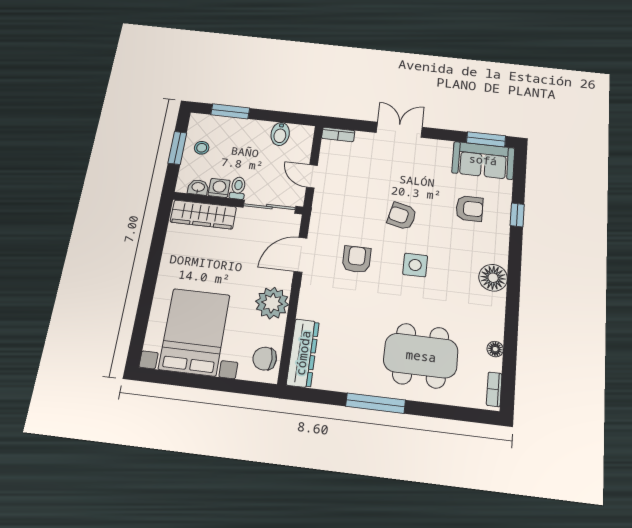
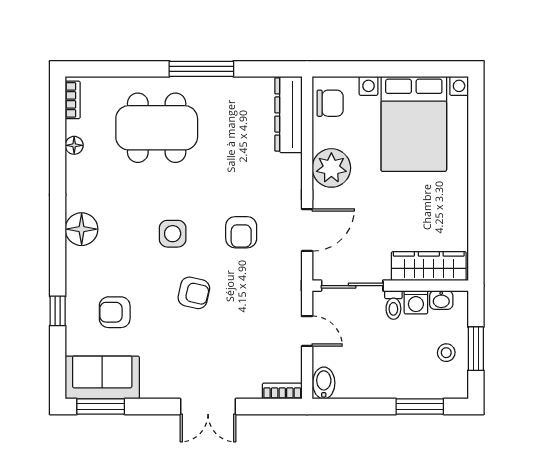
bidet: (280, 134) -> (324, 383), moved

